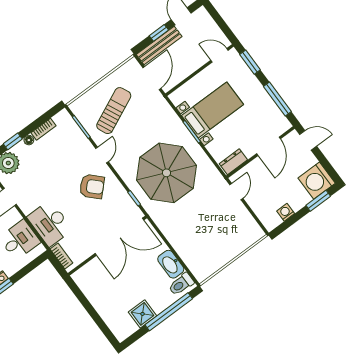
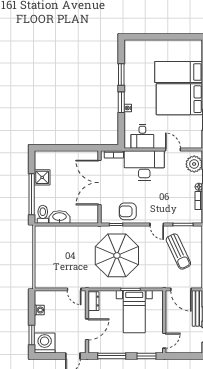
door: (269, 146) -> (87, 329), swing flipped
armchair: (92, 186) -> (128, 211), moved, turned 45
desk: (50, 223) -> (144, 165), width x1.36, depth x1.30
double door: (119, 237) -> (99, 183), moved

